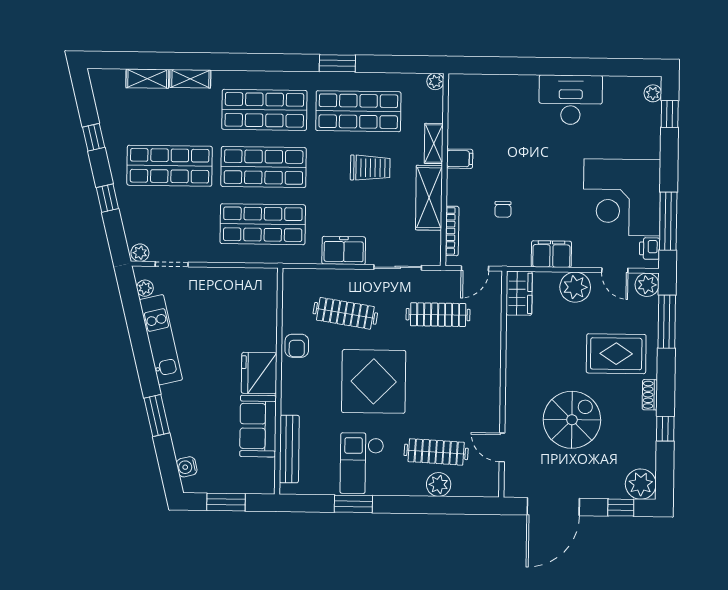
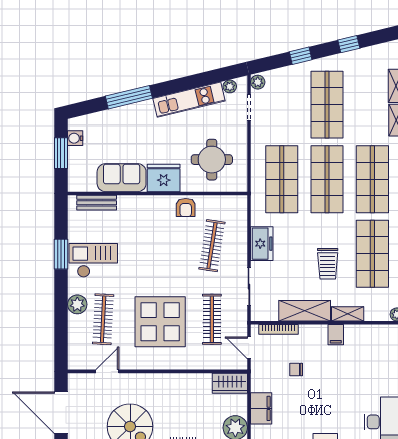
round table: (237, 312) -> (212, 160), added
armchair: (297, 346) -> (186, 208), turned -90
display table: (374, 381) -> (160, 322), moved
window: (157, 415) -> (129, 97), width x1.44
bench: (289, 449) -> (97, 203), width x0.73
water cooler: (187, 467) -> (75, 138), moved, turned -76
plant: (439, 484) -> (77, 304), moved

